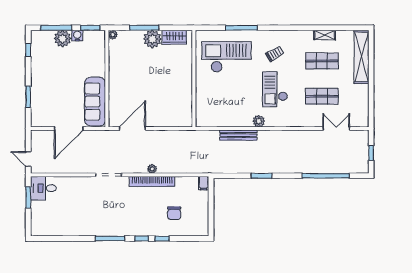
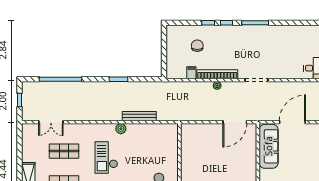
checkout: (275, 89) -> (106, 157), turned 180
filing cabinet: (204, 183) -> (191, 73), moved

